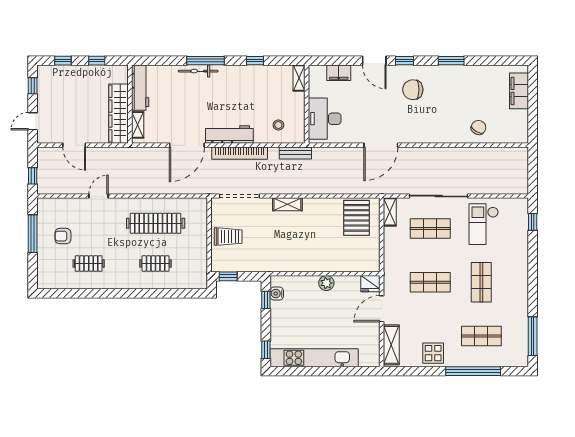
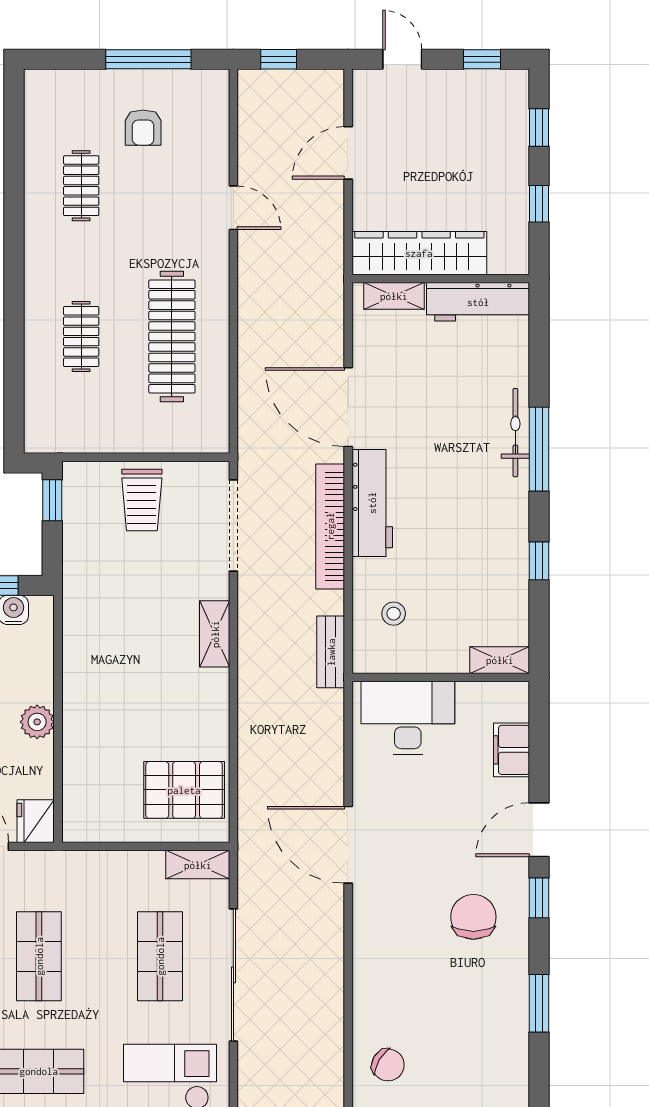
armchair: (63, 236) -> (143, 128), turned 180

